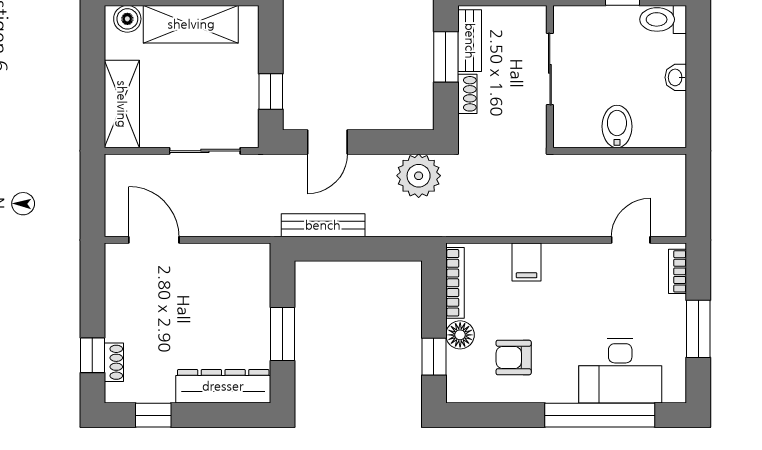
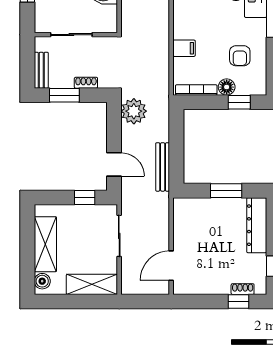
bench: (470, 41) -> (41, 70), moved, turned 90

